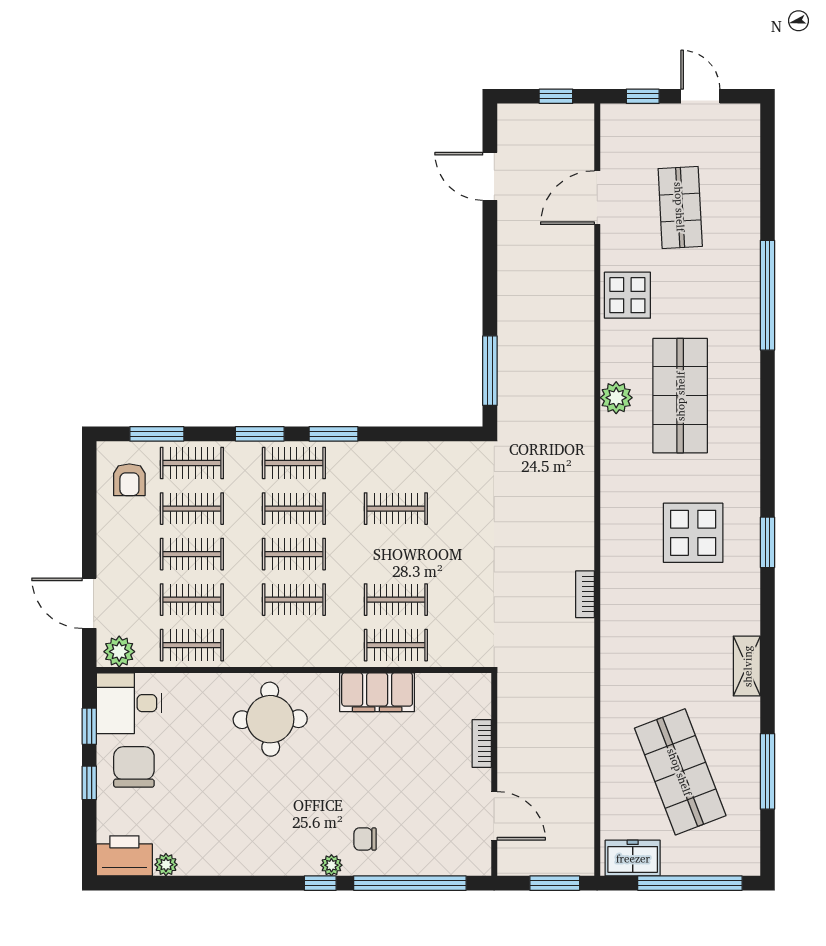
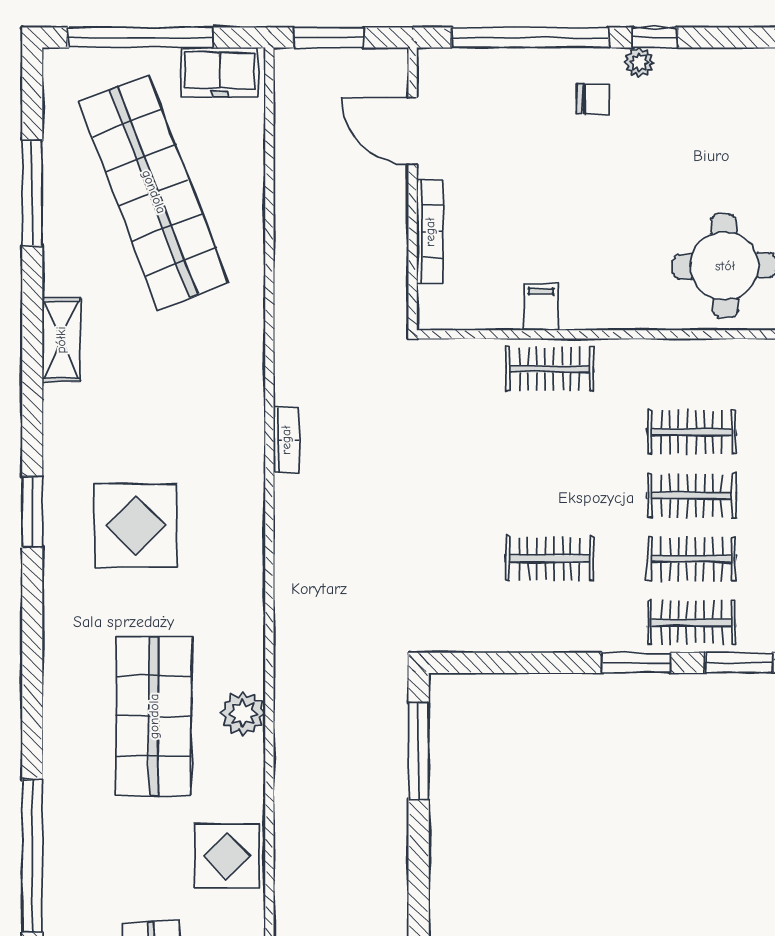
clothes rail: (396, 600) -> (550, 432), removed
filing cabinet: (377, 692) -> (541, 307), width x0.33, depth x0.86
bookcase: (482, 744) -> (430, 232), width x1.56
shop shelf: (680, 772) -> (154, 192), width x1.40

